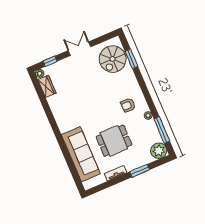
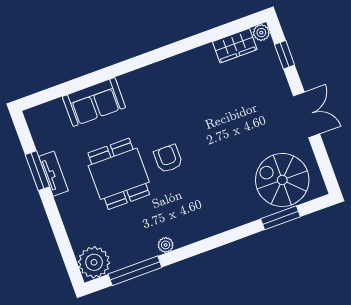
armchair: (128, 105) -> (168, 159), moved
sofa: (81, 154) -> (94, 102), width x0.54, depth x0.79
window: (140, 171) -> (37, 171), moved

